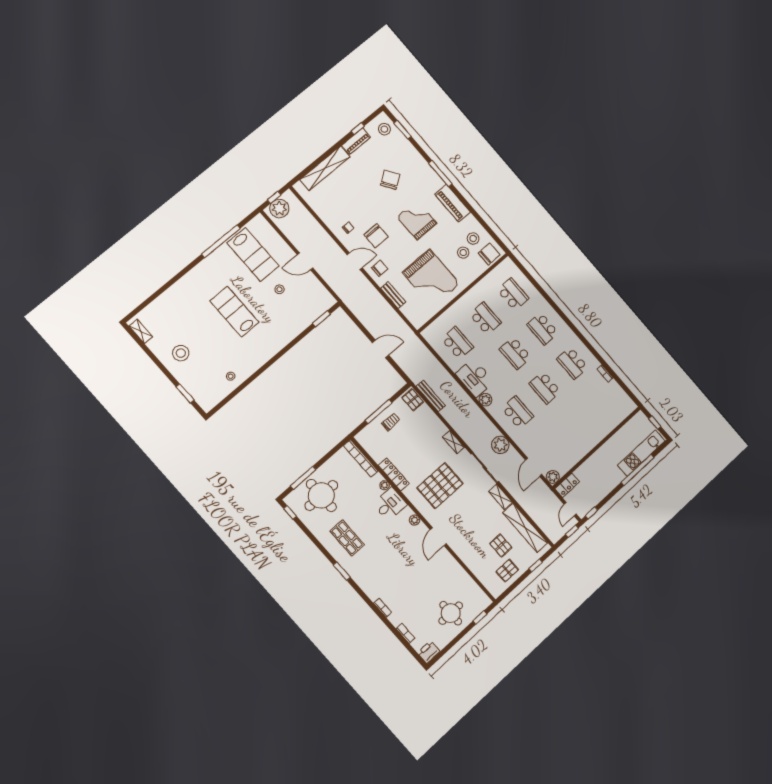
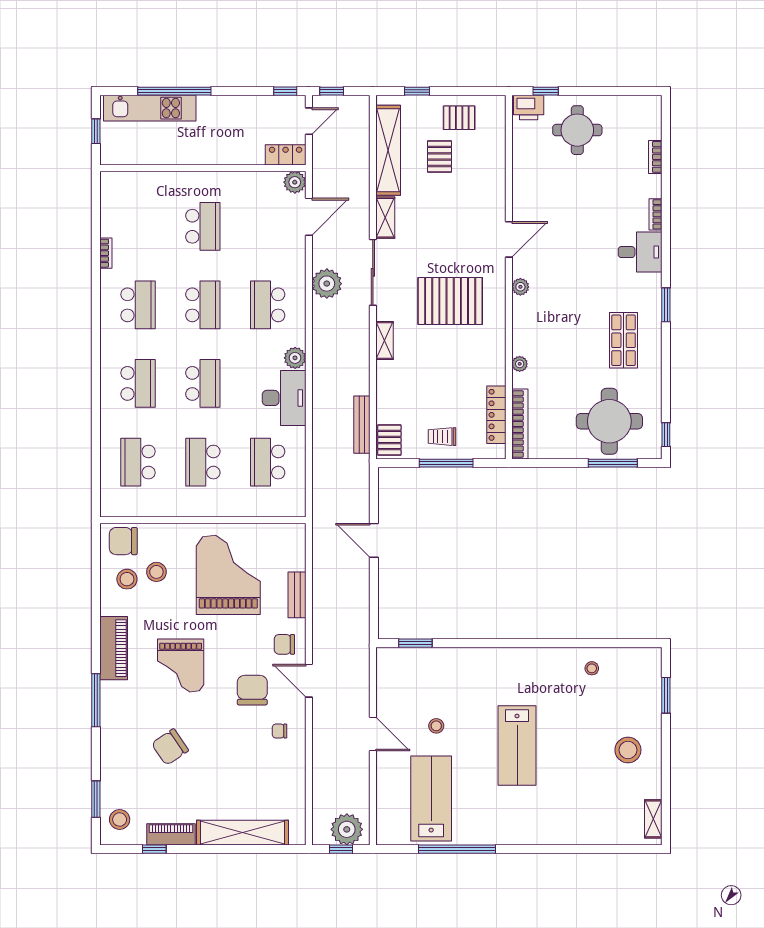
school desk: (575, 422) -> (203, 226), added
locker: (394, 474) -> (496, 415), moved
desk: (390, 504) -> (640, 252), moved, turned 180
printer: (429, 652) -> (529, 108), moved

